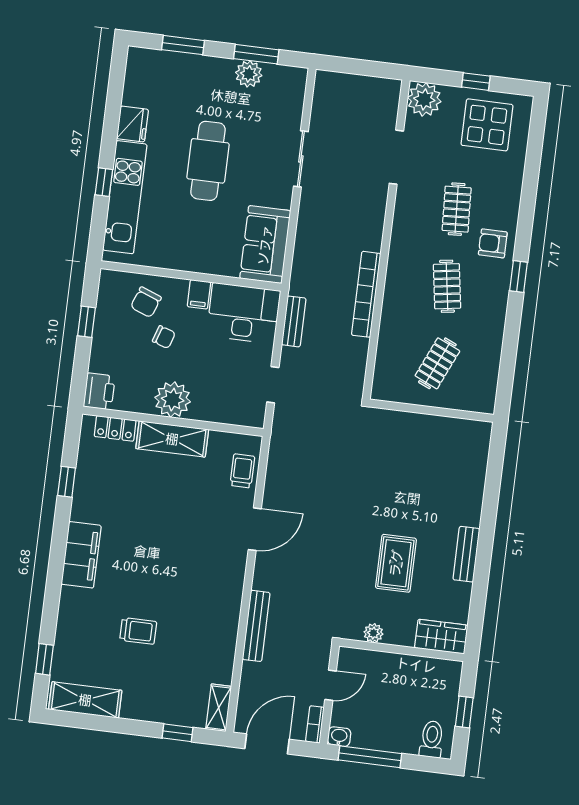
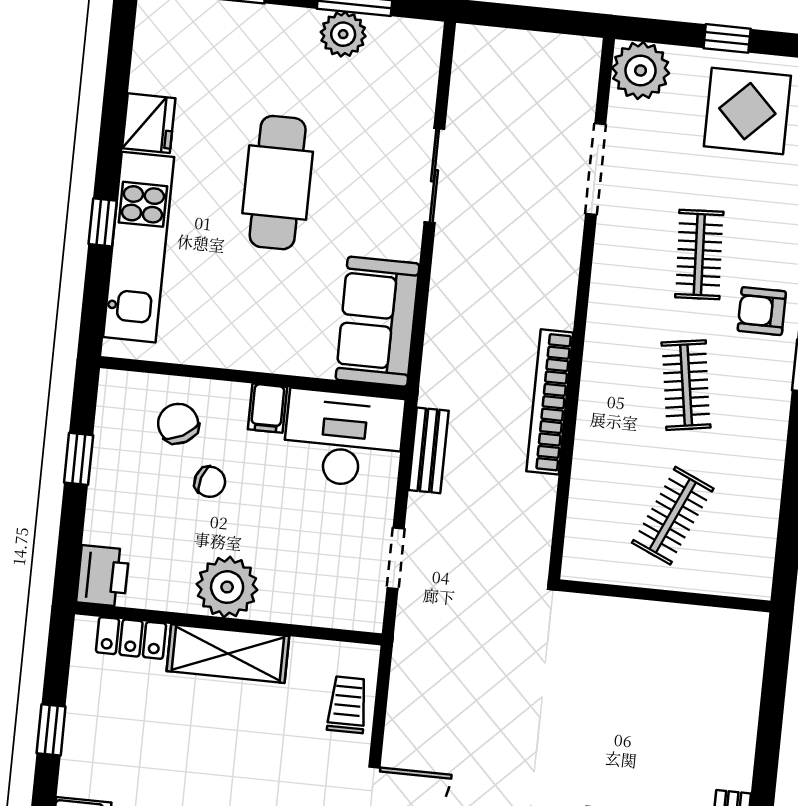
chair: (146, 302) -> (178, 424), turned 130

